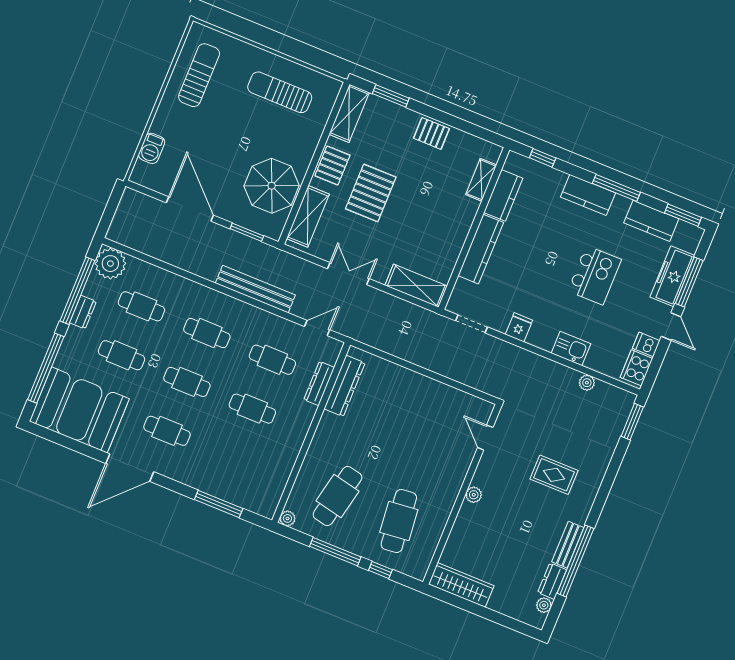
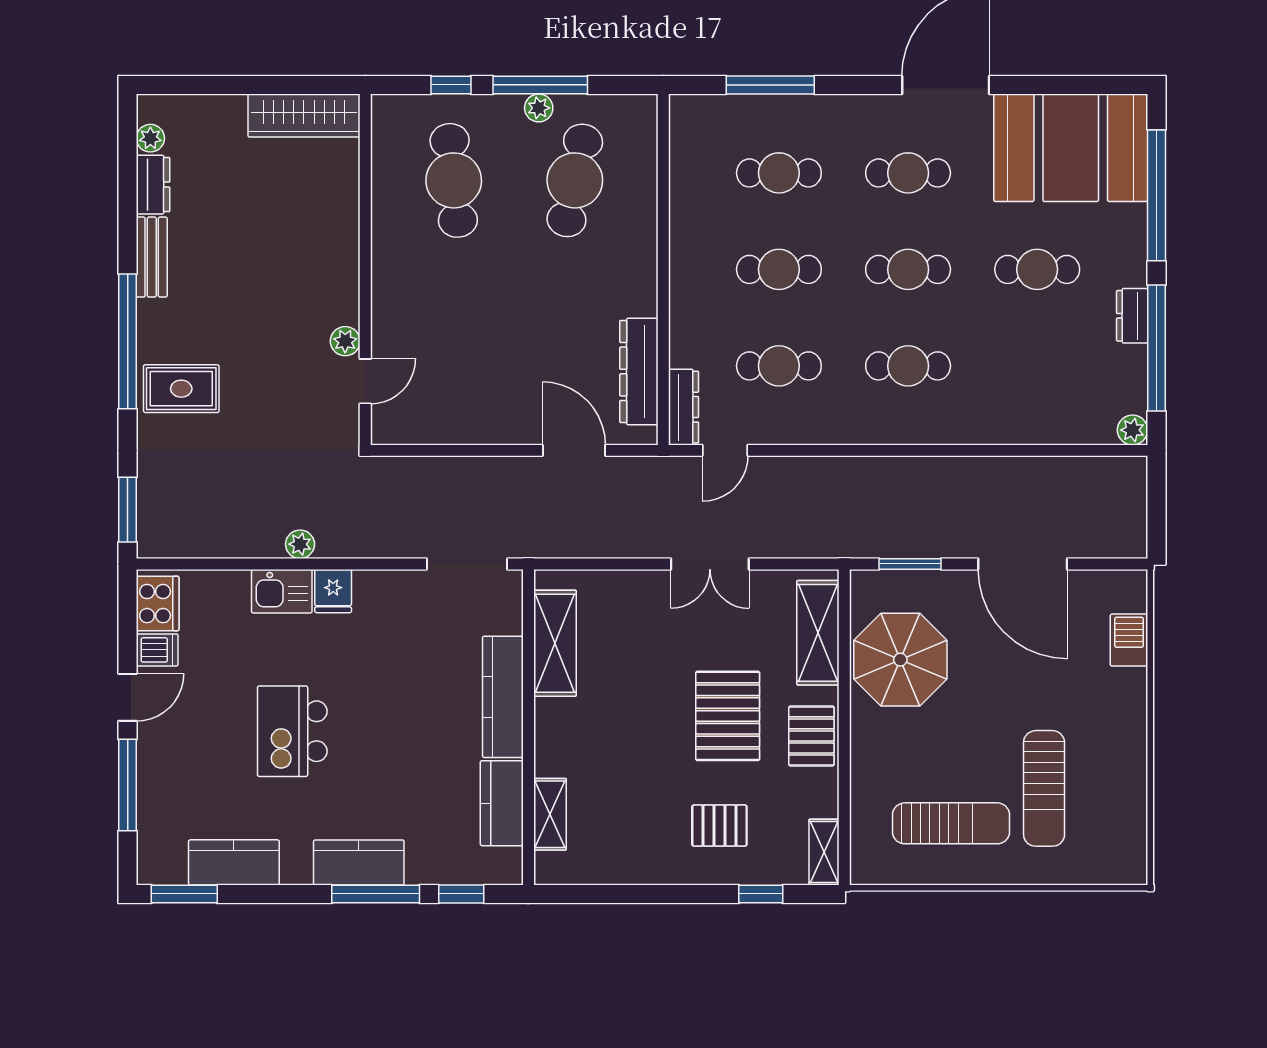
sun lounger: (199, 75) -> (1044, 788), moved
window: (391, 96) -> (761, 894), width x0.67
shelving: (349, 113) -> (824, 852), width x0.67, depth x0.75
pallet: (431, 133) -> (719, 826), moved
window: (616, 188) -> (376, 894), moved
plant: (110, 264) -> (1132, 430), width x0.53, depth x0.53
freezer: (672, 276) -> (160, 783), removed
shelving: (416, 286) -> (555, 643), moved, turned 90
bench: (255, 289) -> (856, 474), removed
cafe table: (141, 306) -> (779, 173), moved
doorway: (471, 324) -> (467, 564), width x1.38
fridge: (519, 327) -> (333, 591), moved
door: (671, 327) -> (128, 697), swing flipped
door: (394, 359) -> (574, 450), added
dresser: (319, 383) -> (683, 407), moved
plant: (587, 383) -> (300, 544), moved
door: (485, 438) -> (365, 381), hinge flipped
rug: (554, 475) -> (181, 389), moved
plant: (474, 495) -> (345, 341), moved
plant: (287, 518) -> (539, 108), moved
window: (575, 561) -> (128, 341), moved

